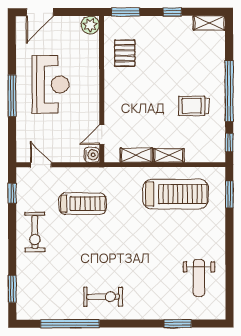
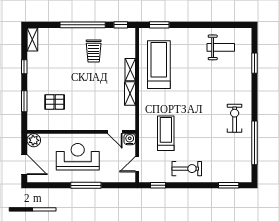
plant: (90, 25) -> (34, 140), moved
wall: (102, 89) -> (81, 132), moved
door: (102, 135) -> (115, 132), moved
water cooler: (92, 155) -> (130, 139), moved

